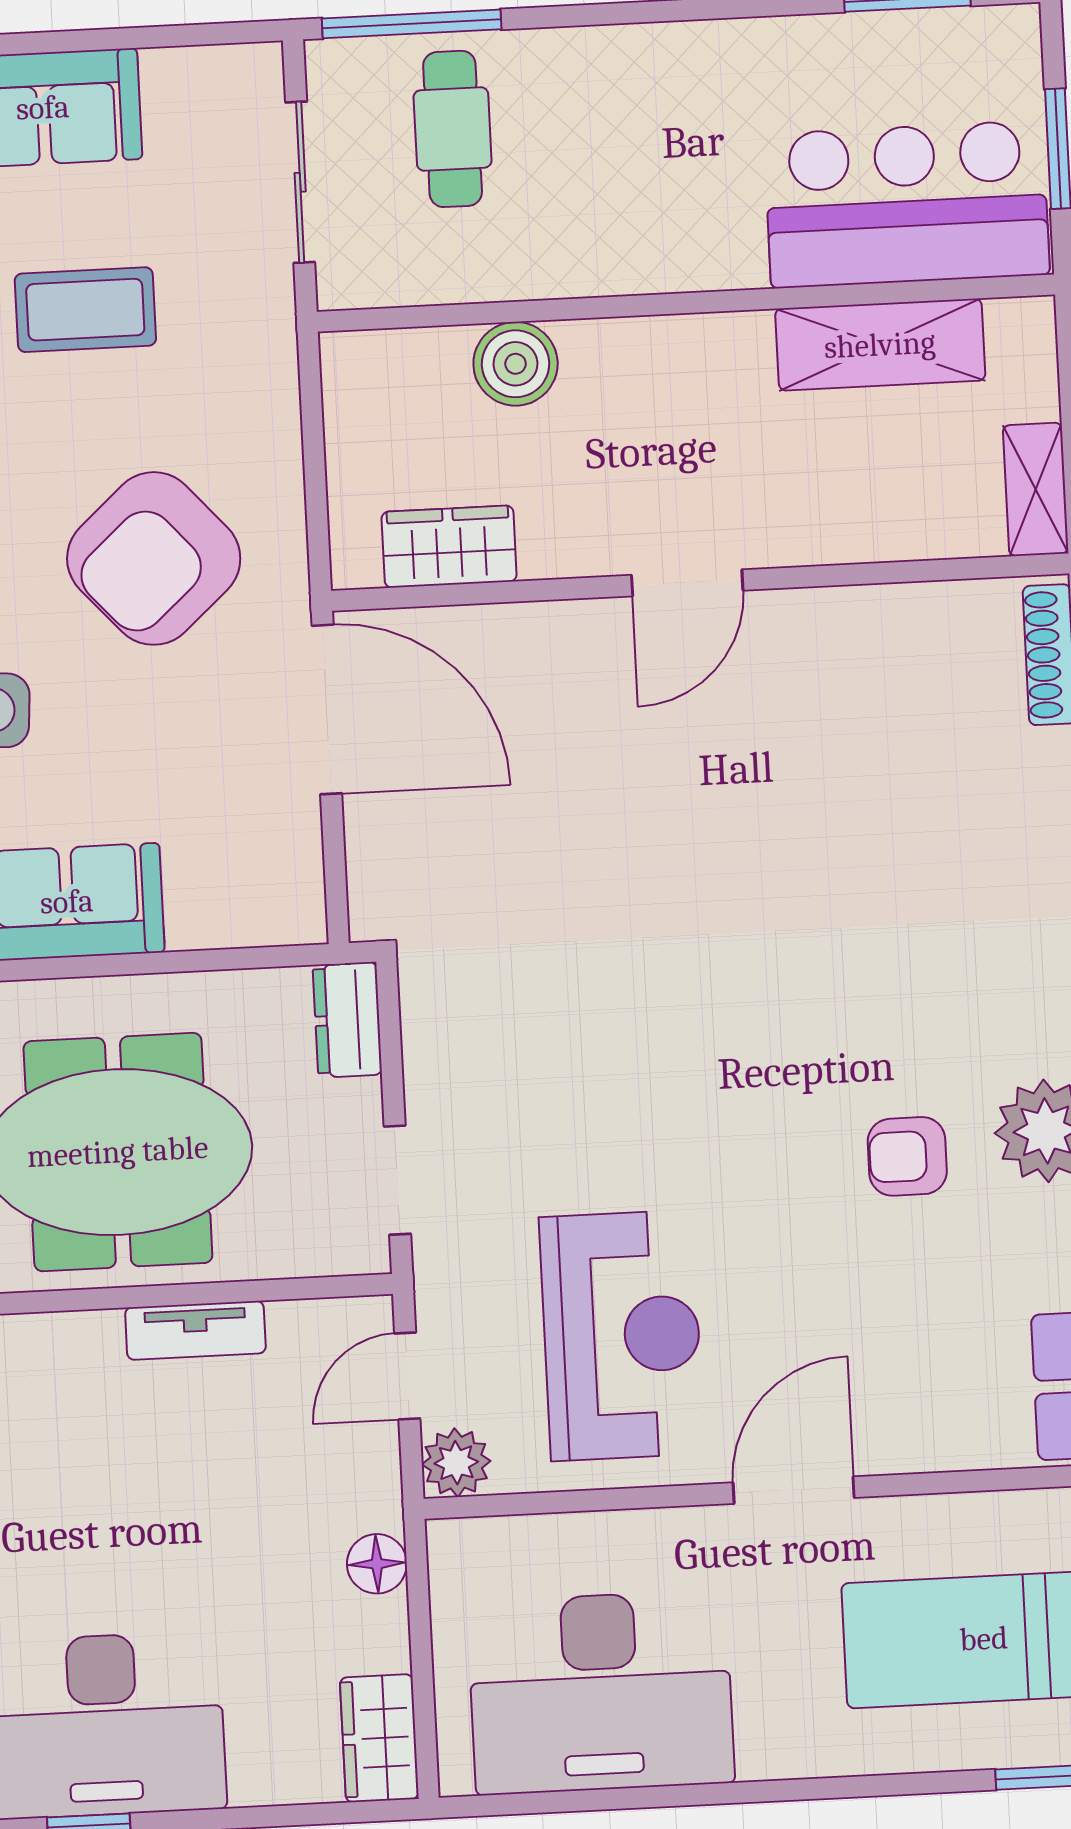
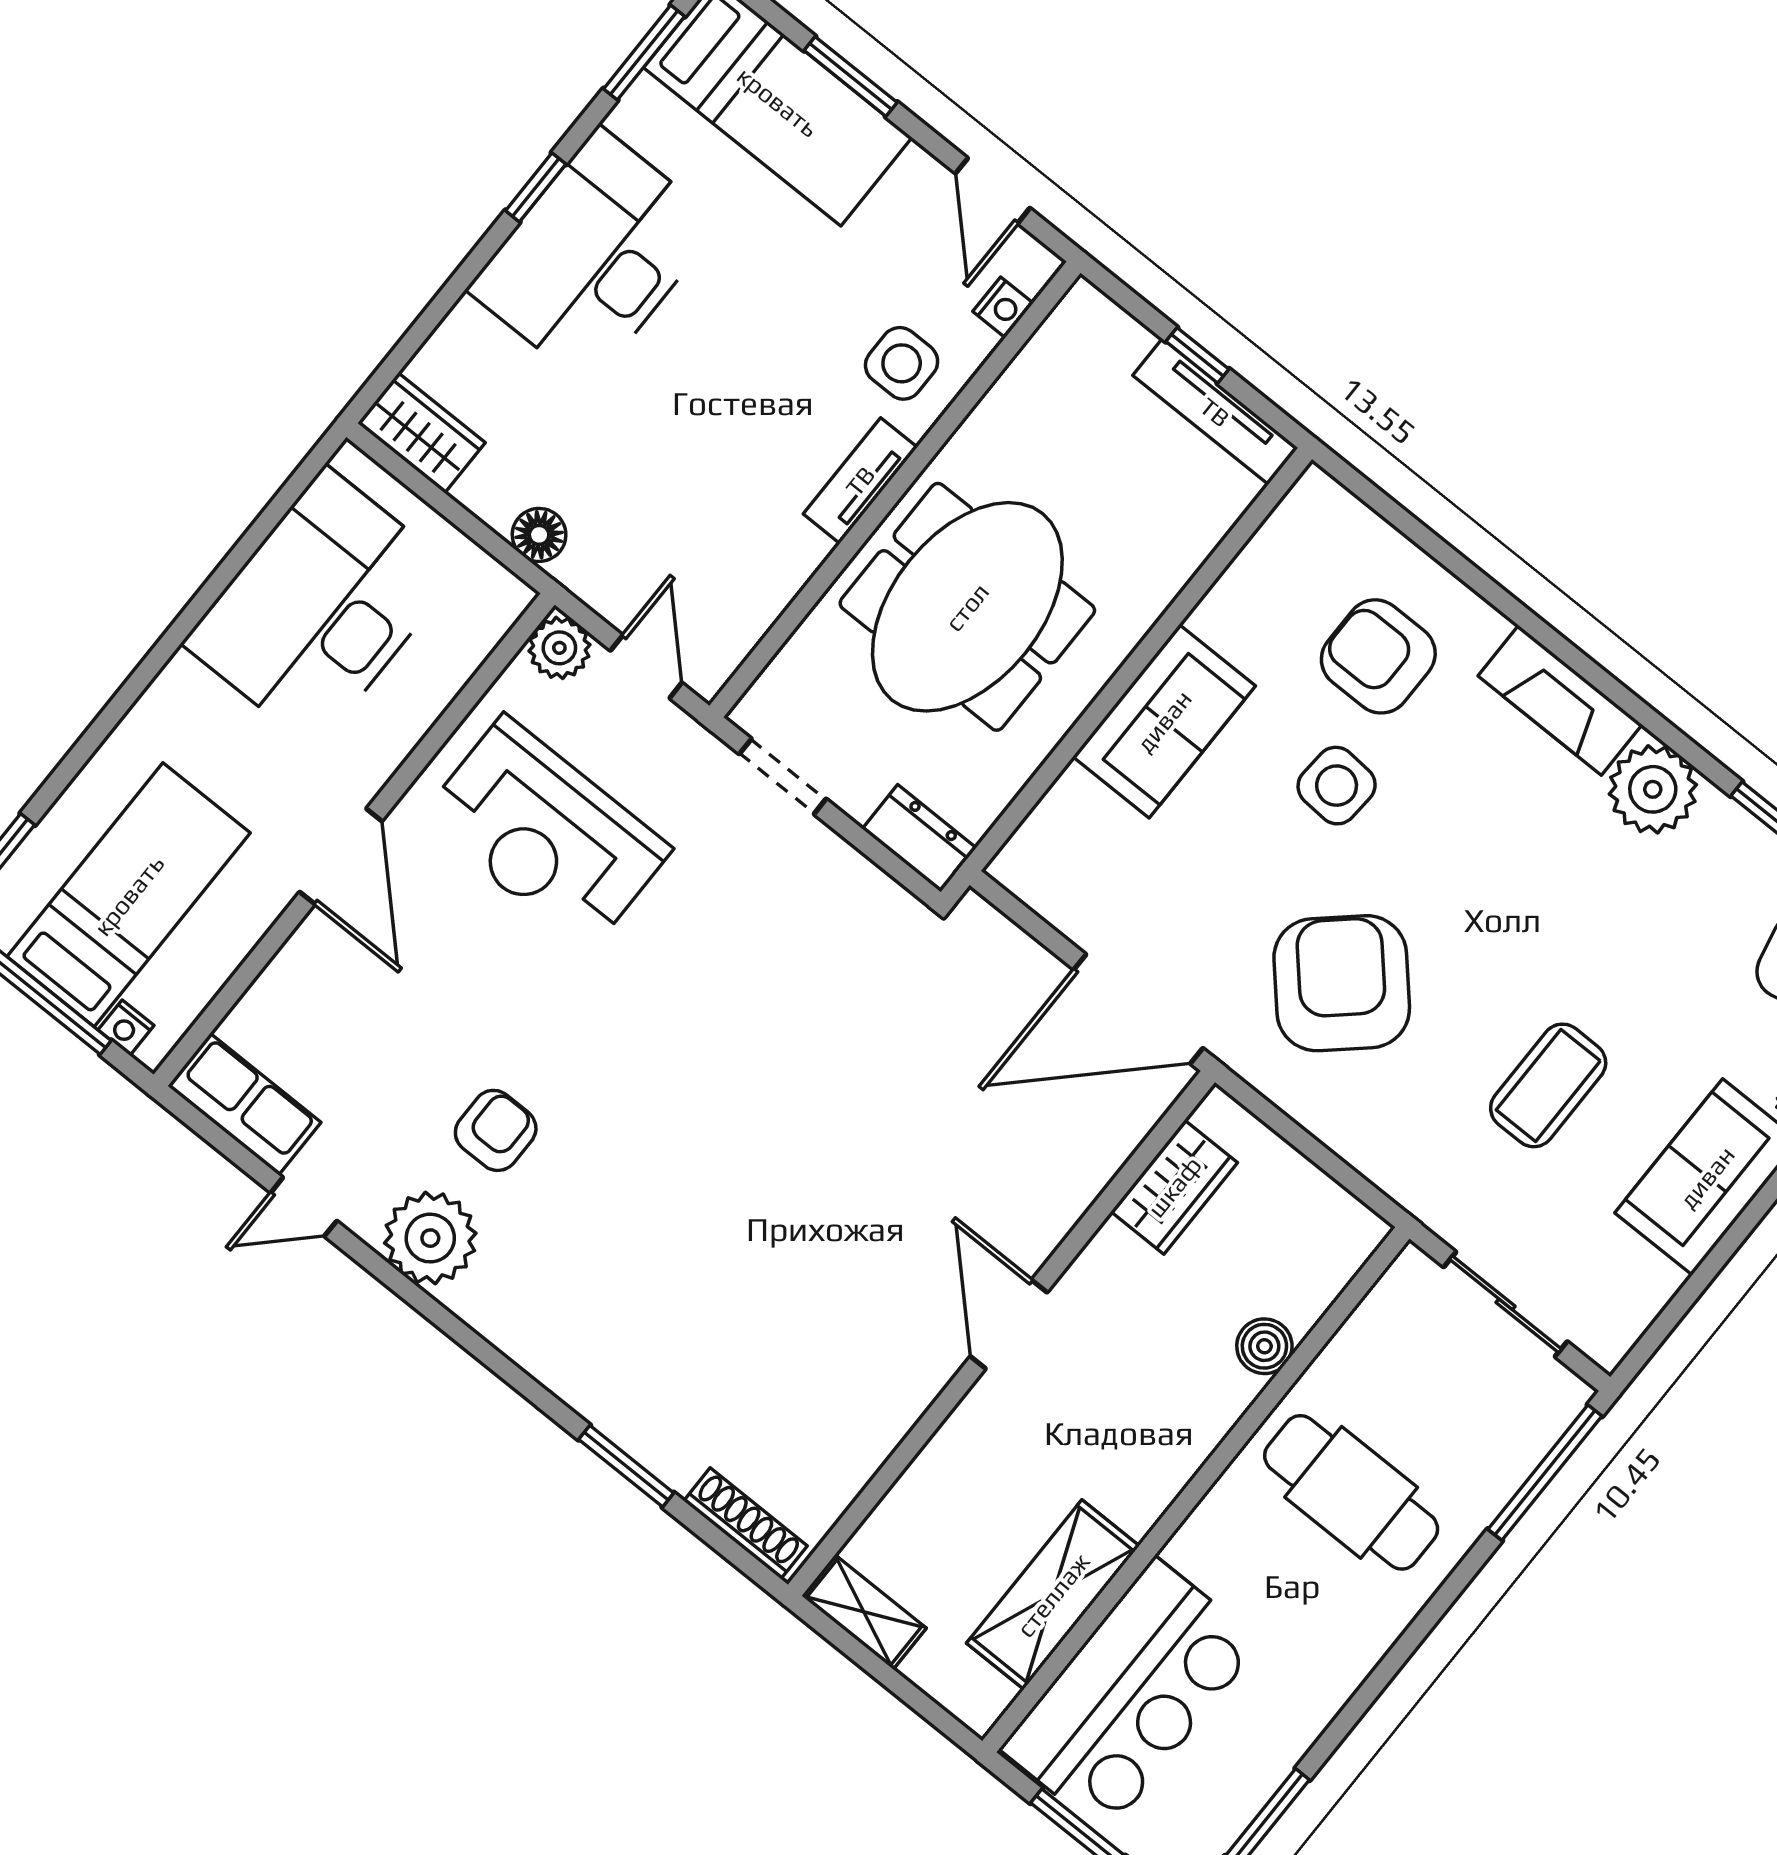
cafe table: (453, 129) -> (1351, 1492), moved, width x1.37, depth x1.35
boiler: (516, 364) -> (1264, 1346), width x0.73, depth x0.73
tv unit: (195, 1330) -> (860, 481), moved

